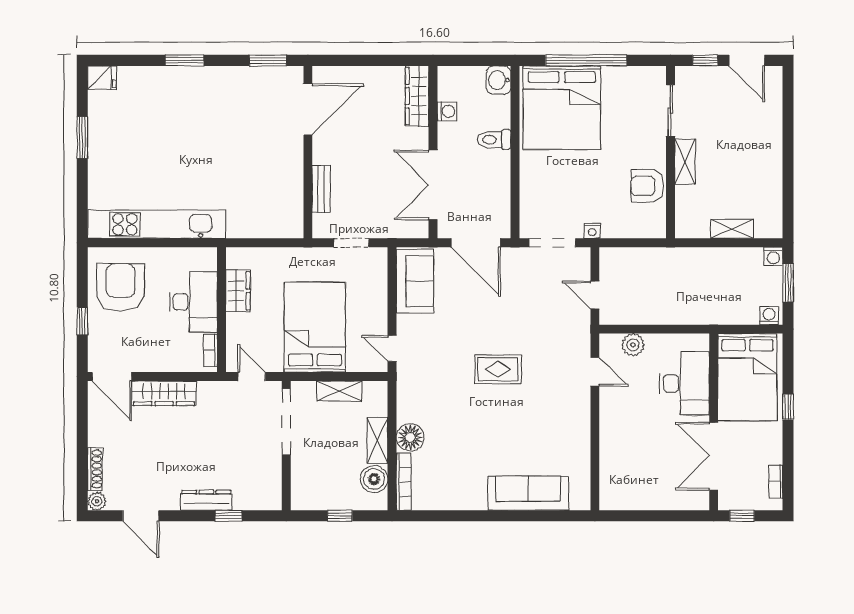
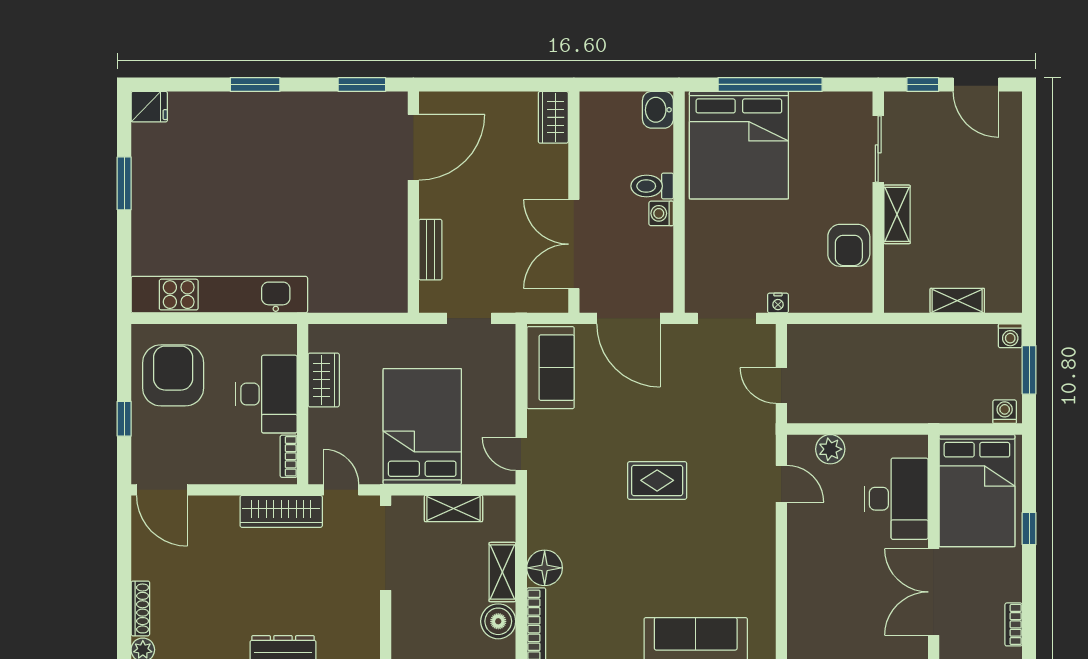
wardrobe: (417, 96) -> (553, 117), width x0.67
washing machine: (447, 111) -> (661, 213), moved, turned 180
armchair: (647, 186) -> (849, 245), turned -90
wardrobe: (164, 393) -> (281, 511), moved

